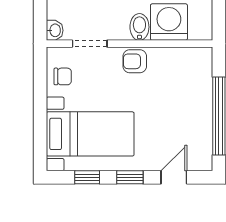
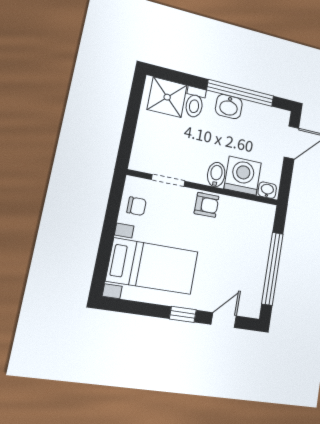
washbasin: (55, 30) -> (267, 190), moved, turned -90
armchair: (135, 61) -> (207, 205), turned 180
window: (87, 177) -> (142, 308), removed

